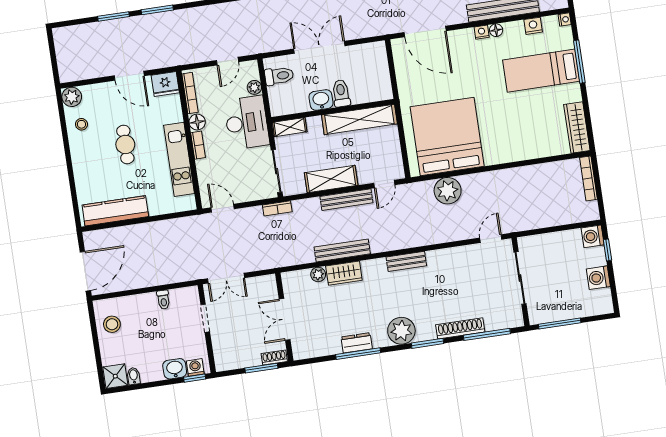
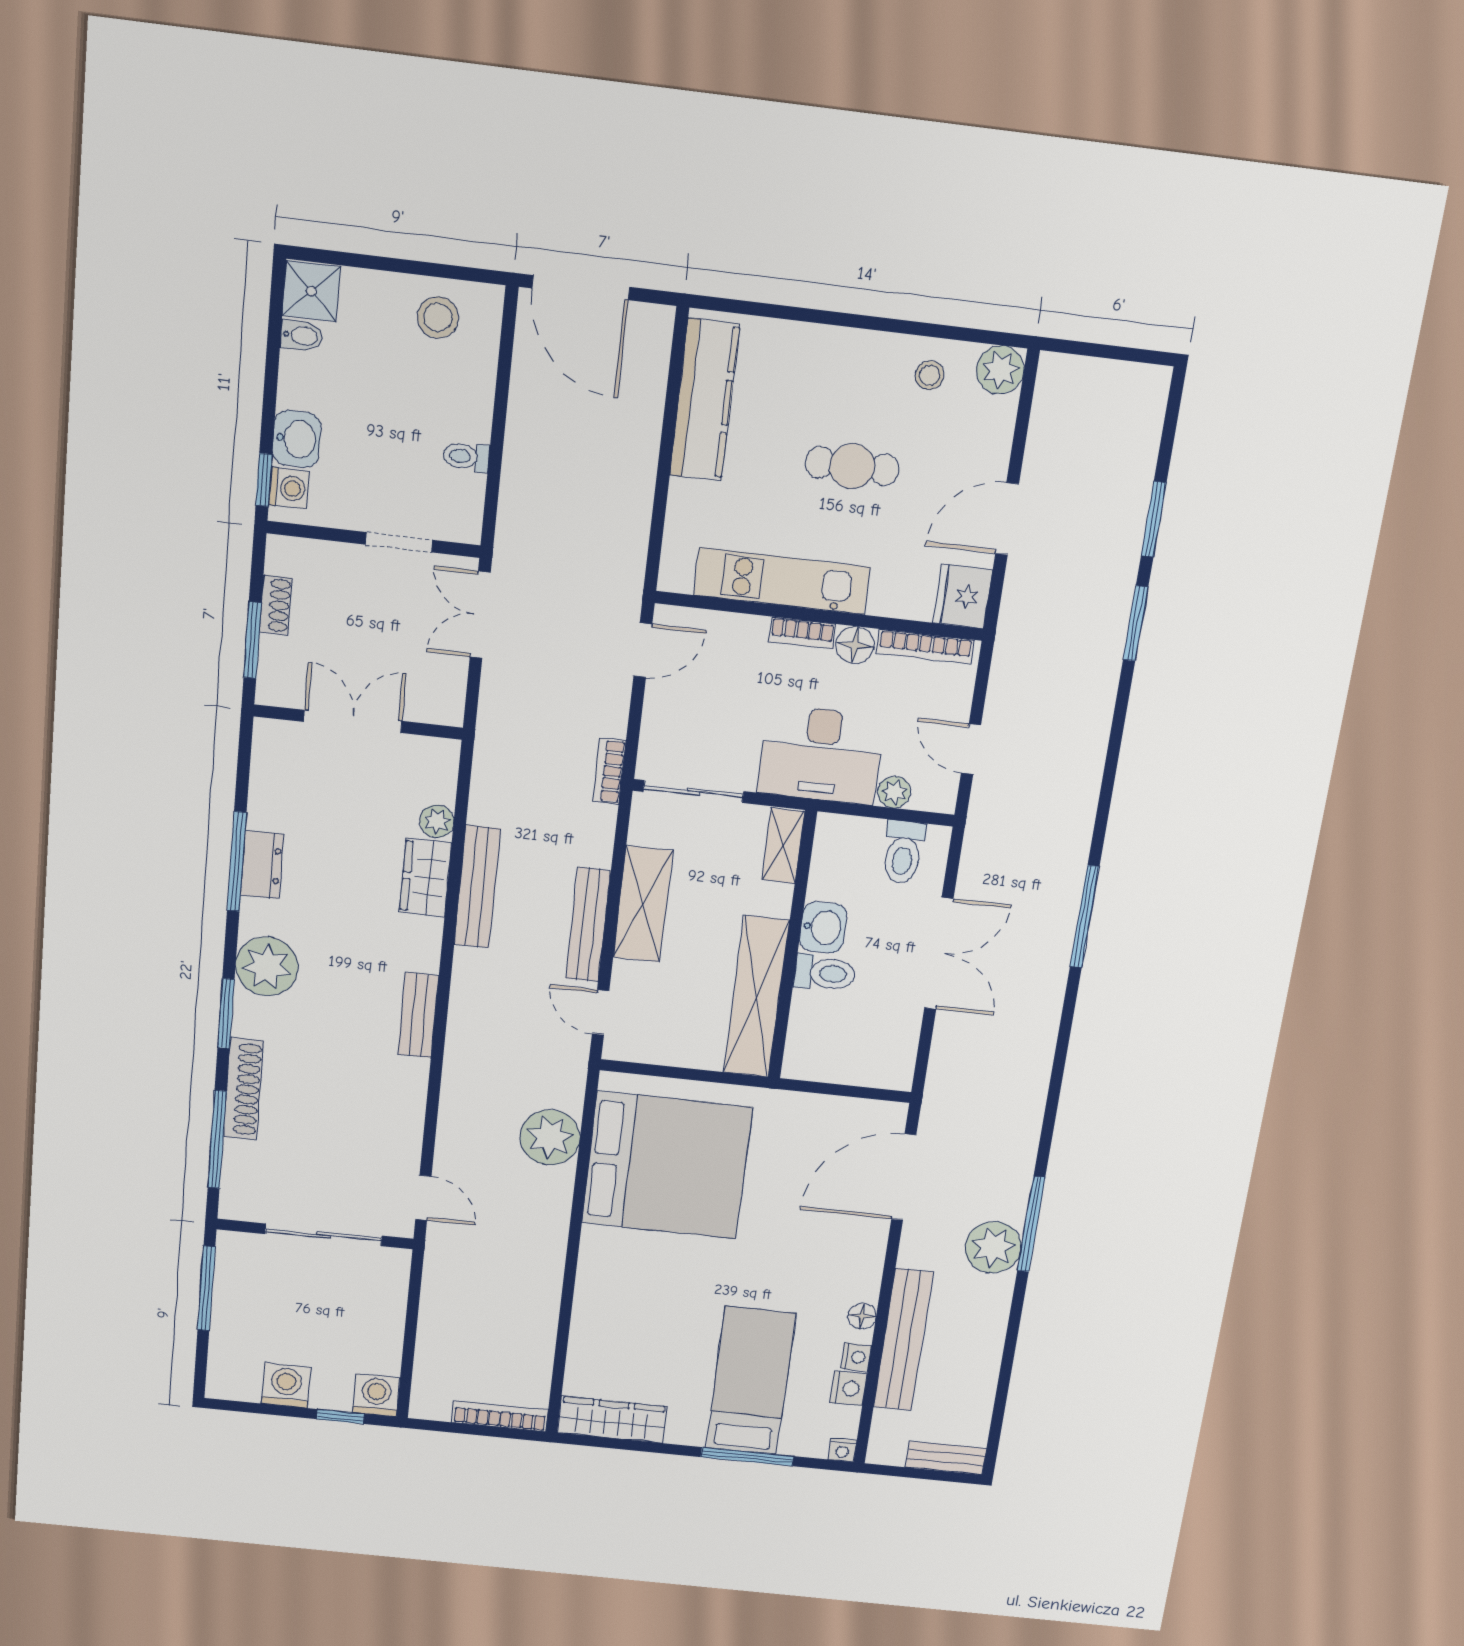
nightstand: (482, 32) -> (856, 1357), moved
shoe rack: (274, 357) -> (276, 605), moved

